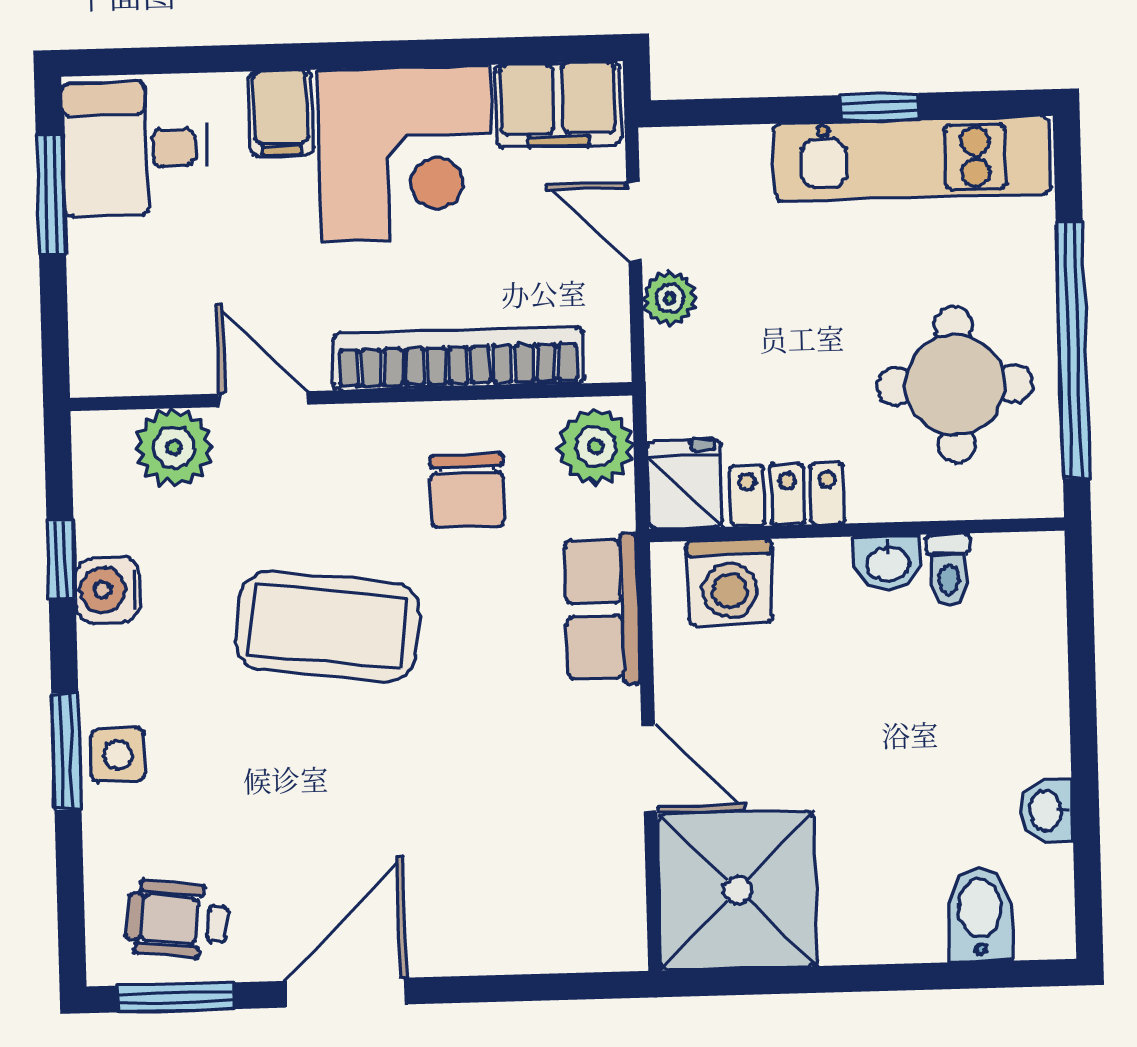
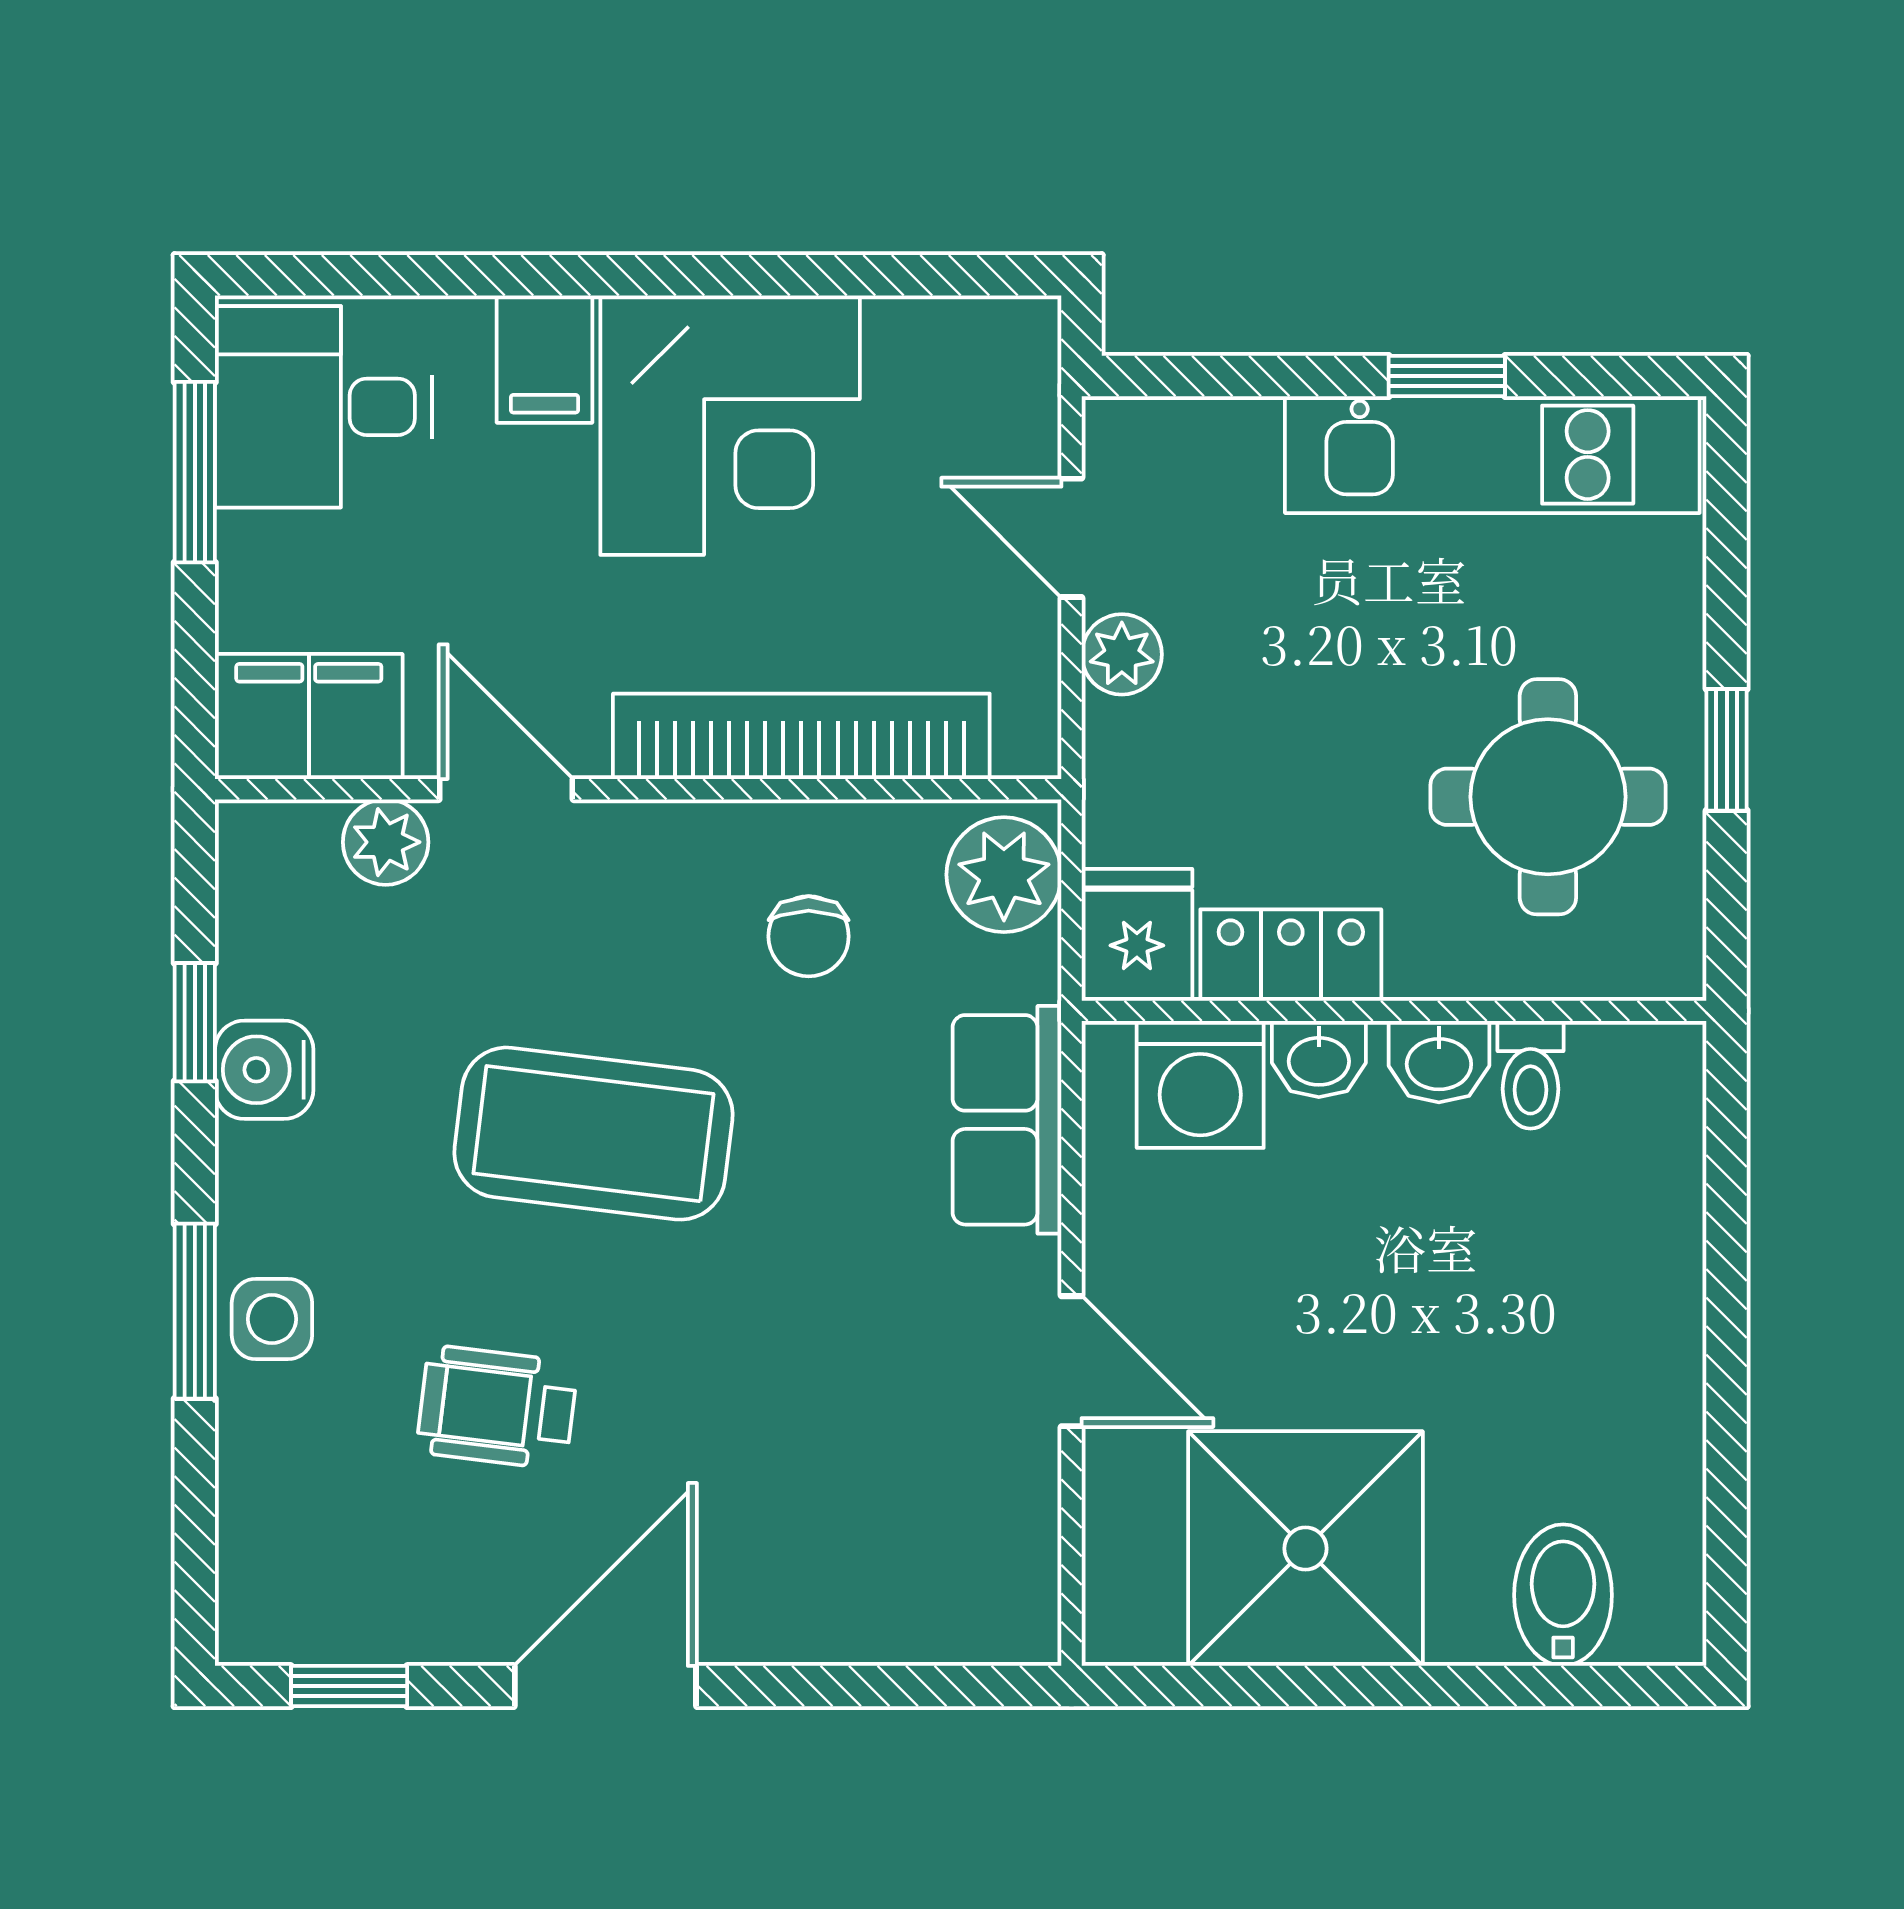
filing cabinet: (558, 104) -> (309, 717), moved, turned 180
window: (1073, 350) -> (1727, 750), width x0.32
plant: (174, 447) -> (386, 842), width x0.73, depth x0.73
chair: (467, 491) -> (809, 936), width x0.73, depth x0.73
washbasin: (1047, 811) -> (1319, 1059), moved, turned -90
shower: (737, 890) -> (1305, 1549), moved
wheelchair: (177, 920) -> (497, 1407), moved
window: (176, 997) -> (349, 1686), width x0.67

